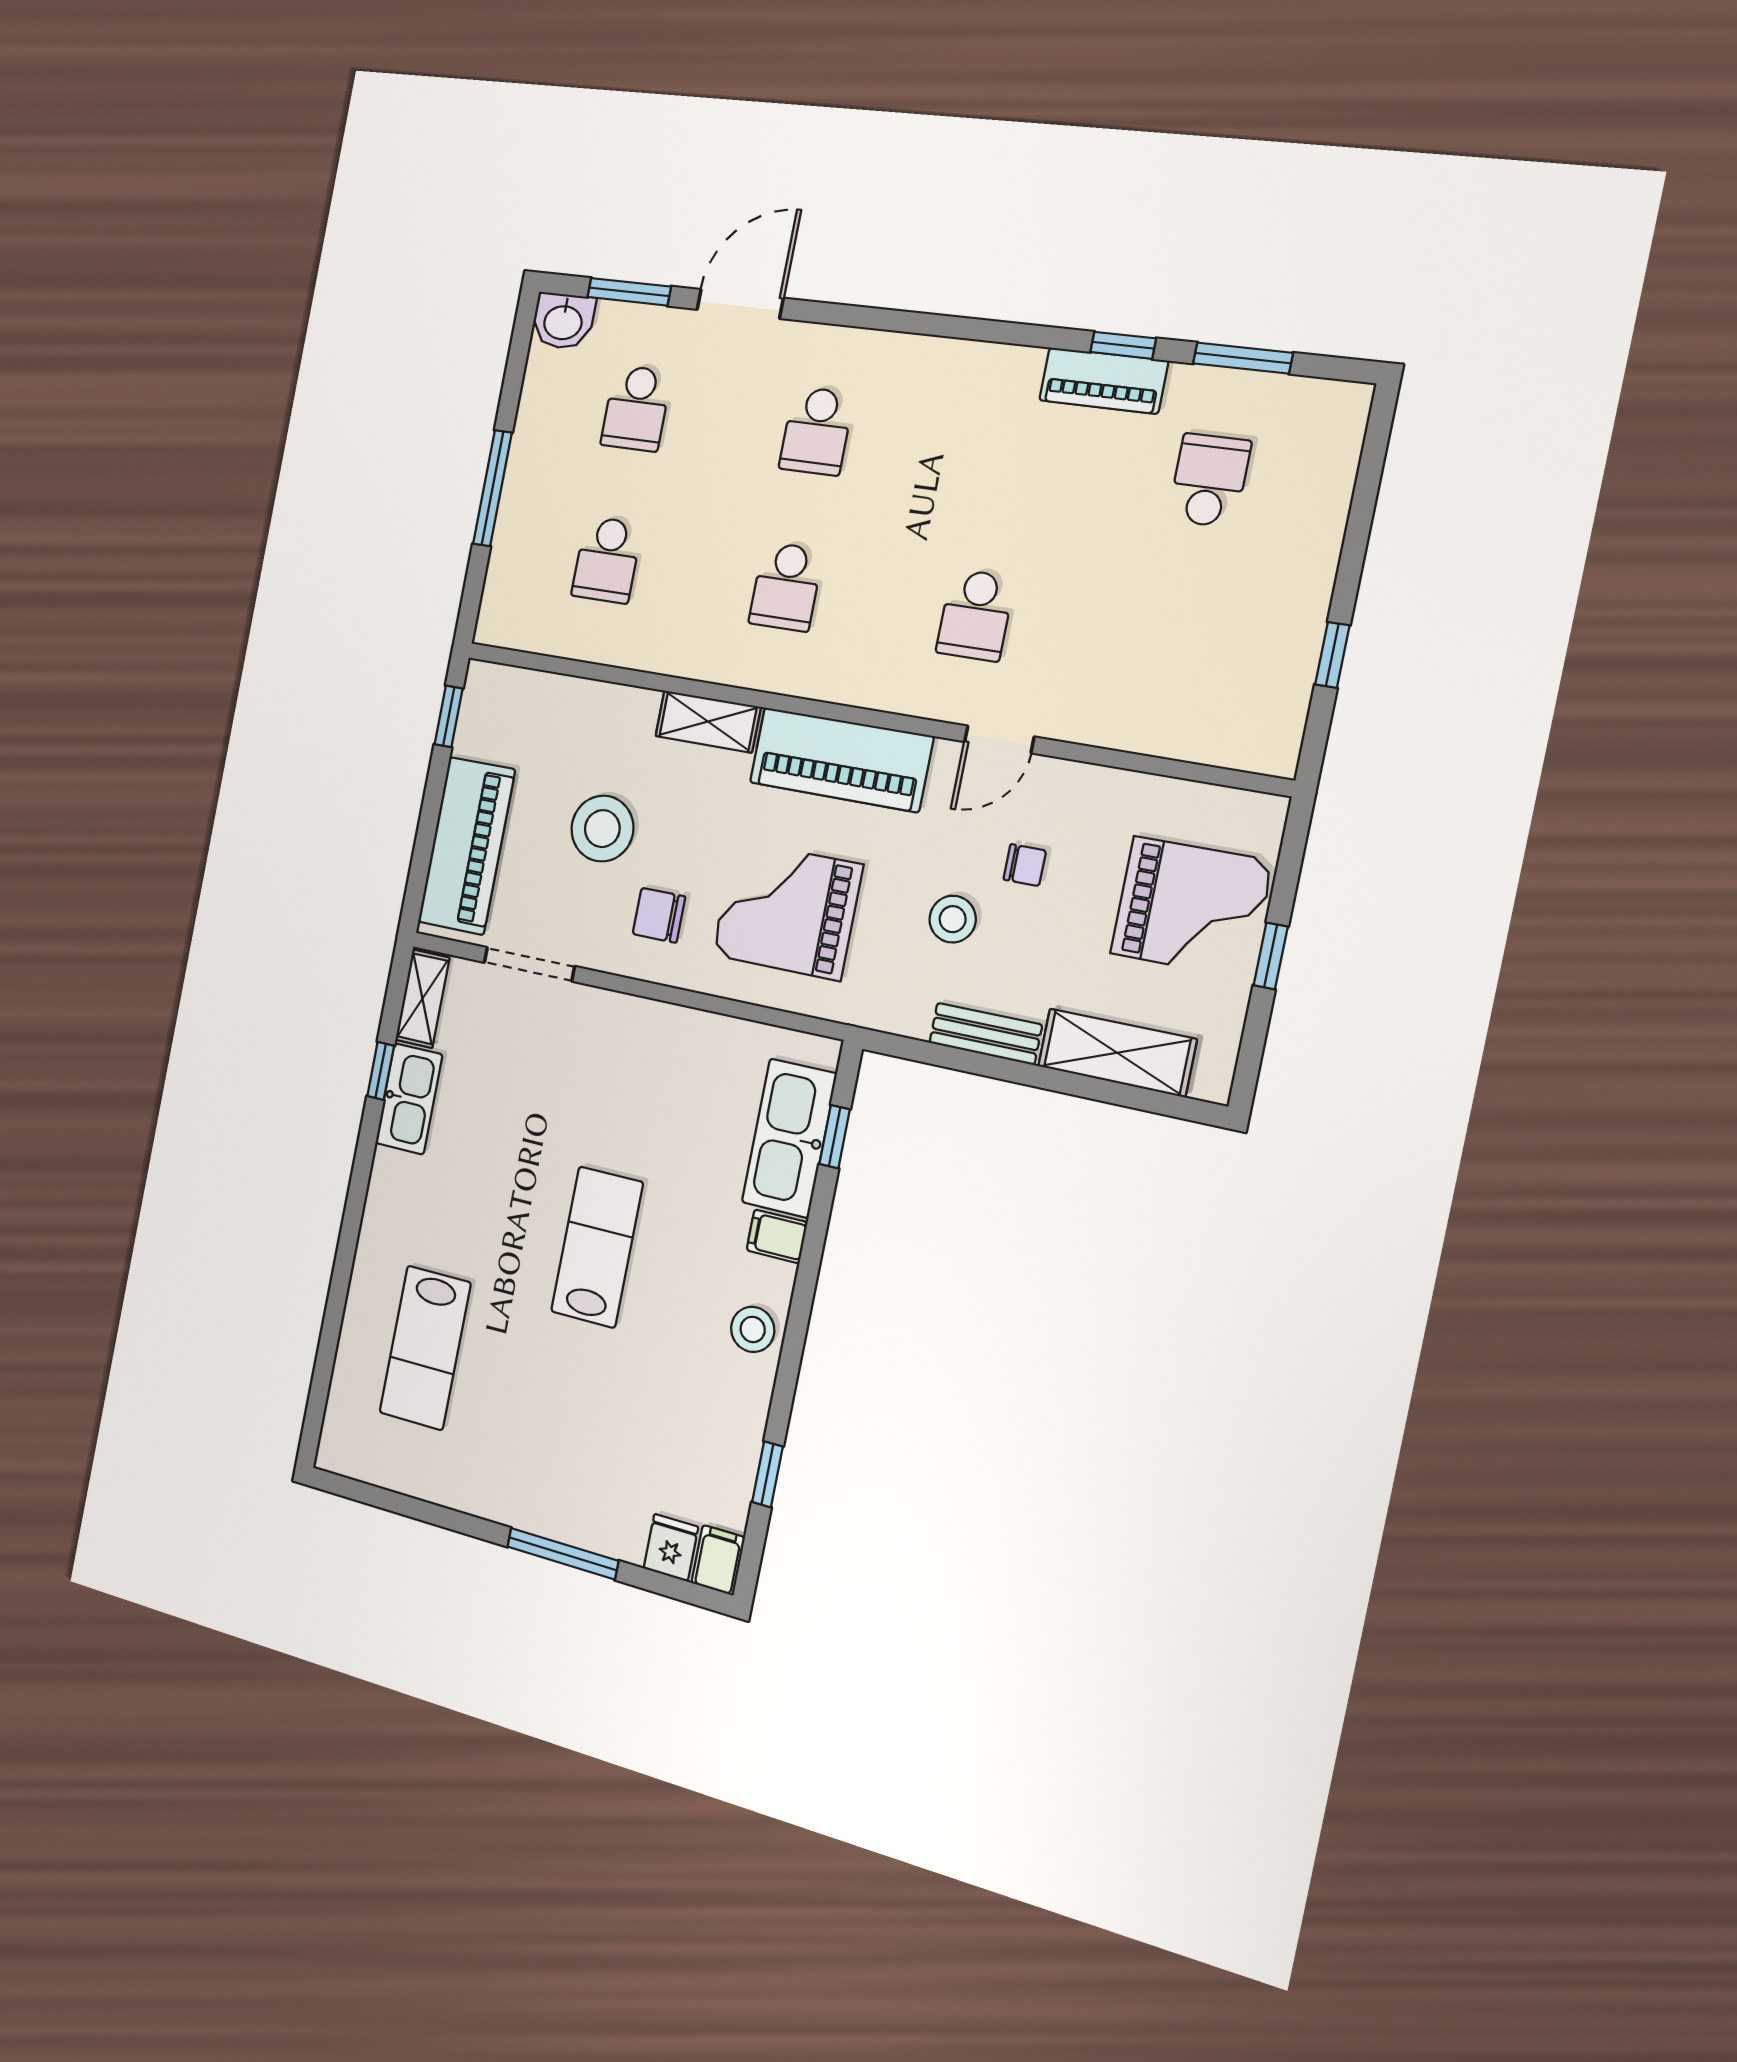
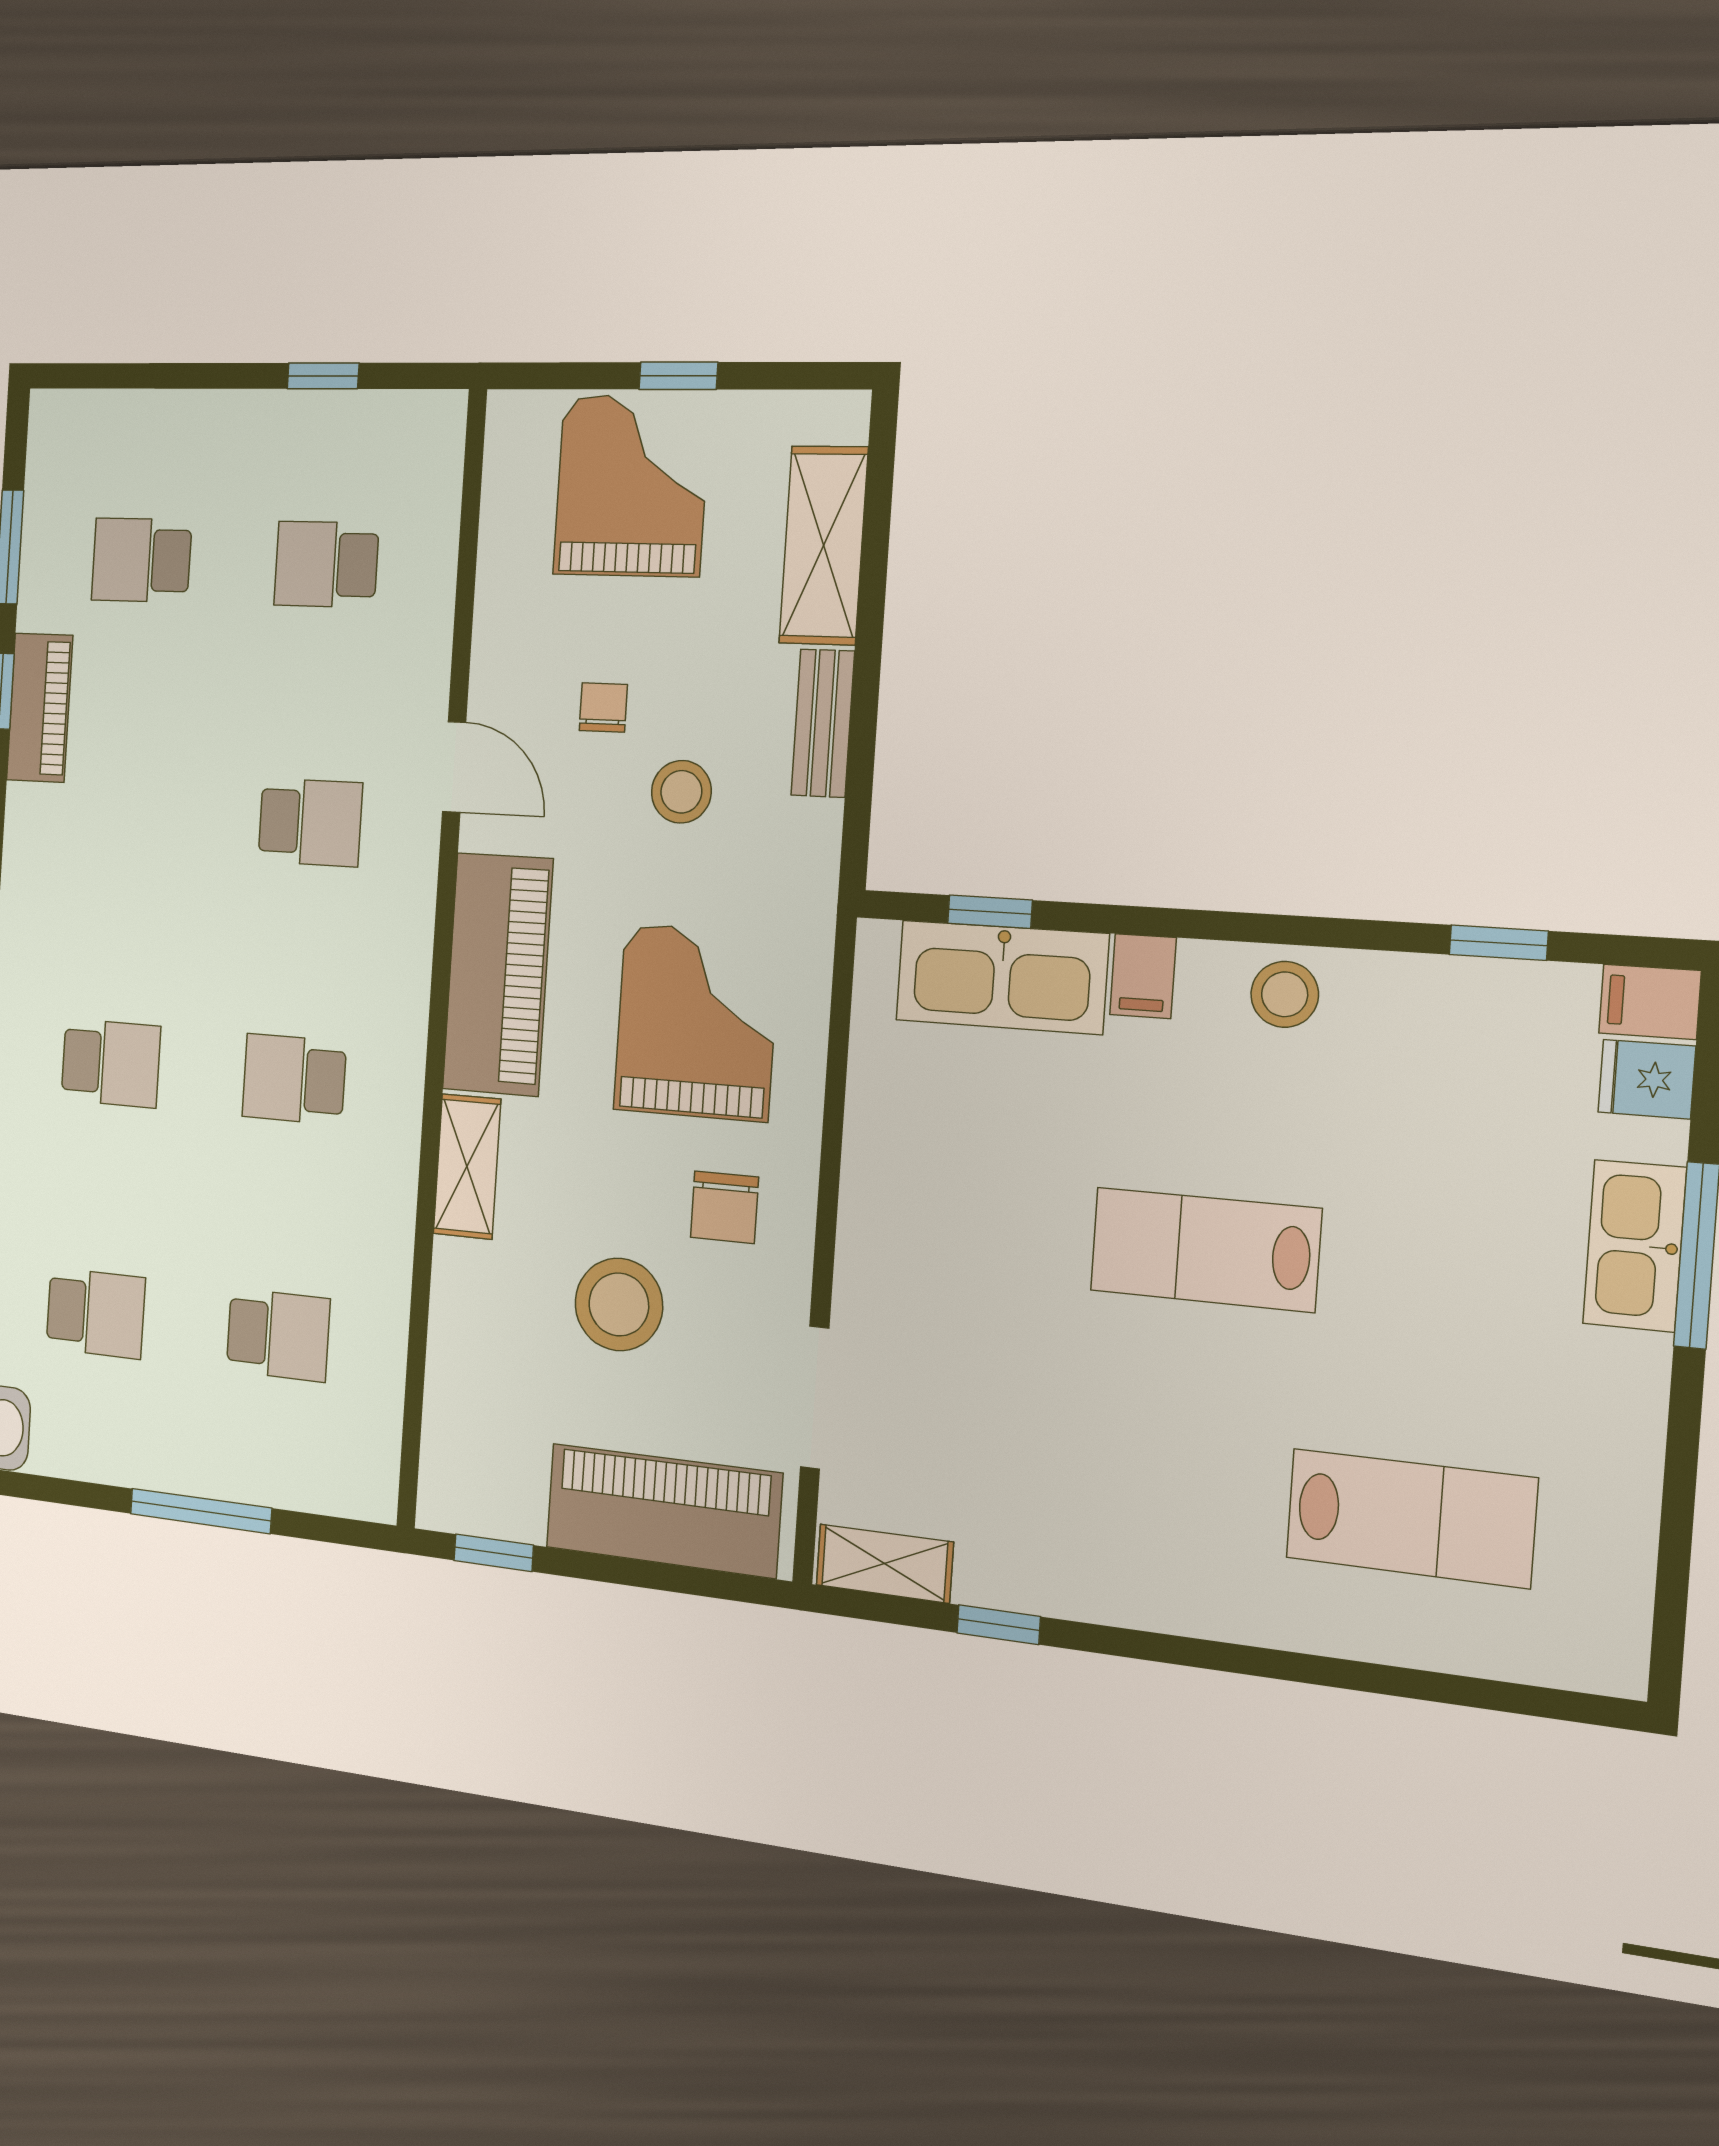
school desk: (786, 587) -> (294, 1079), turned 180
school desk: (1176, 645) -> (326, 564), added
grand piano: (787, 910) -> (696, 1022), turned 180
kitchen sink: (409, 1099) -> (1635, 1246), moved, turned -90

